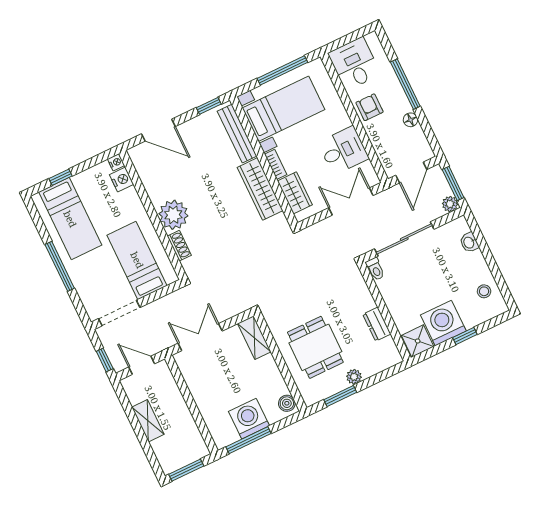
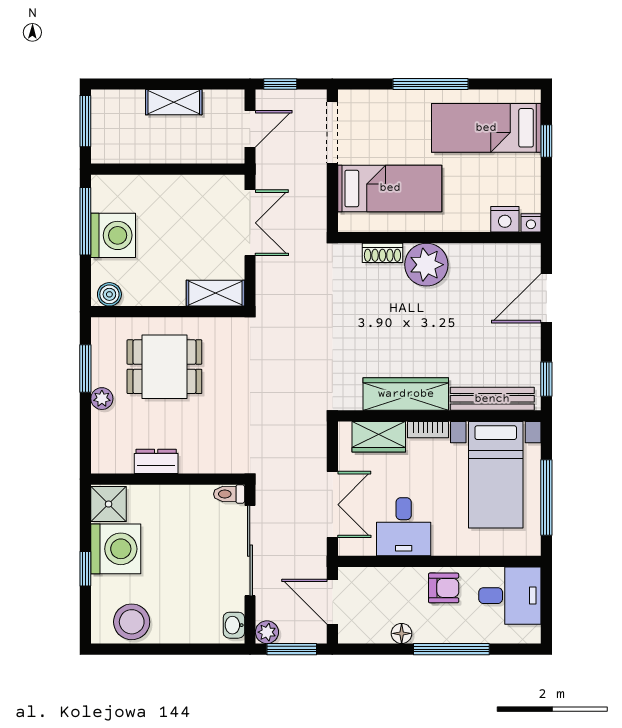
washbasin: (469, 242) -> (234, 625), moved, turned -90
stool: (484, 291) -> (132, 622), width x1.89, depth x1.89

